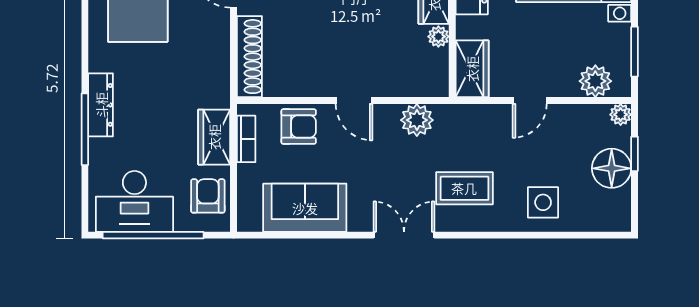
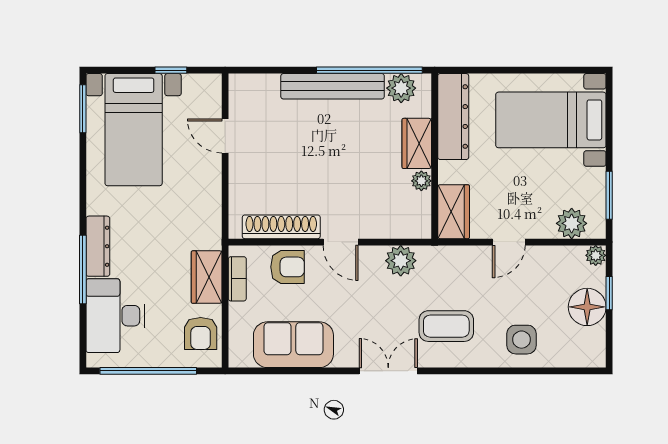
shoe rack: (249, 57) -> (281, 227), moved, turned -90
armchair: (208, 196) -> (201, 333), turned 180
desk: (134, 201) -> (115, 316), moved, turned 90

